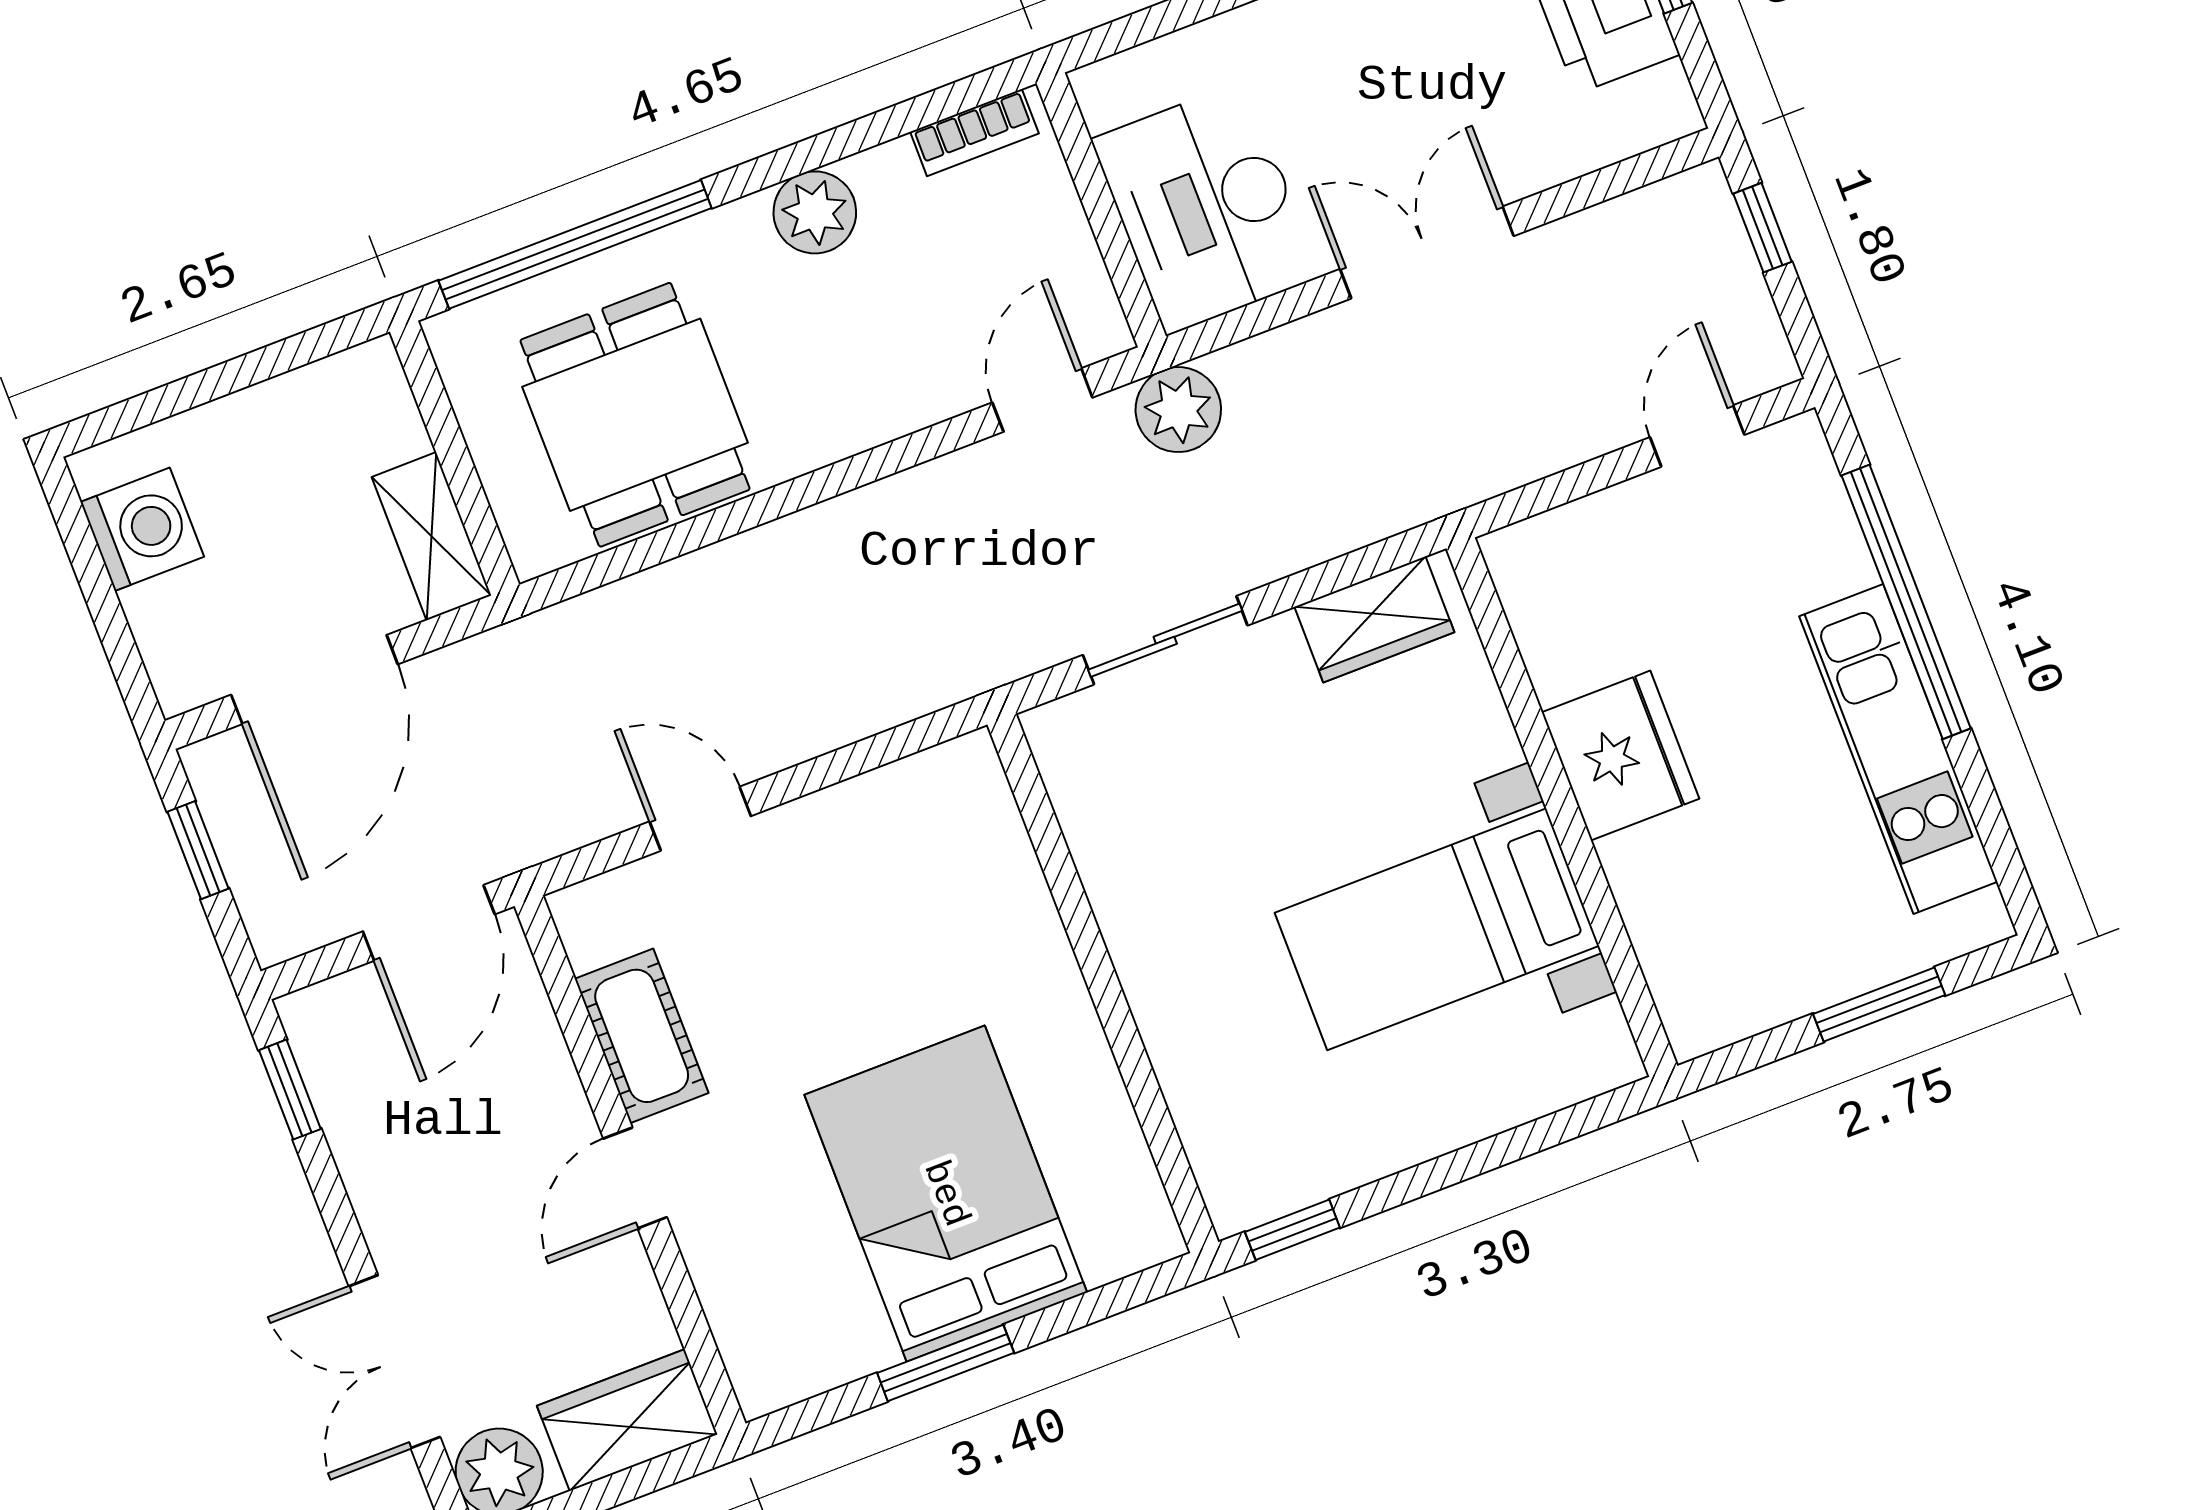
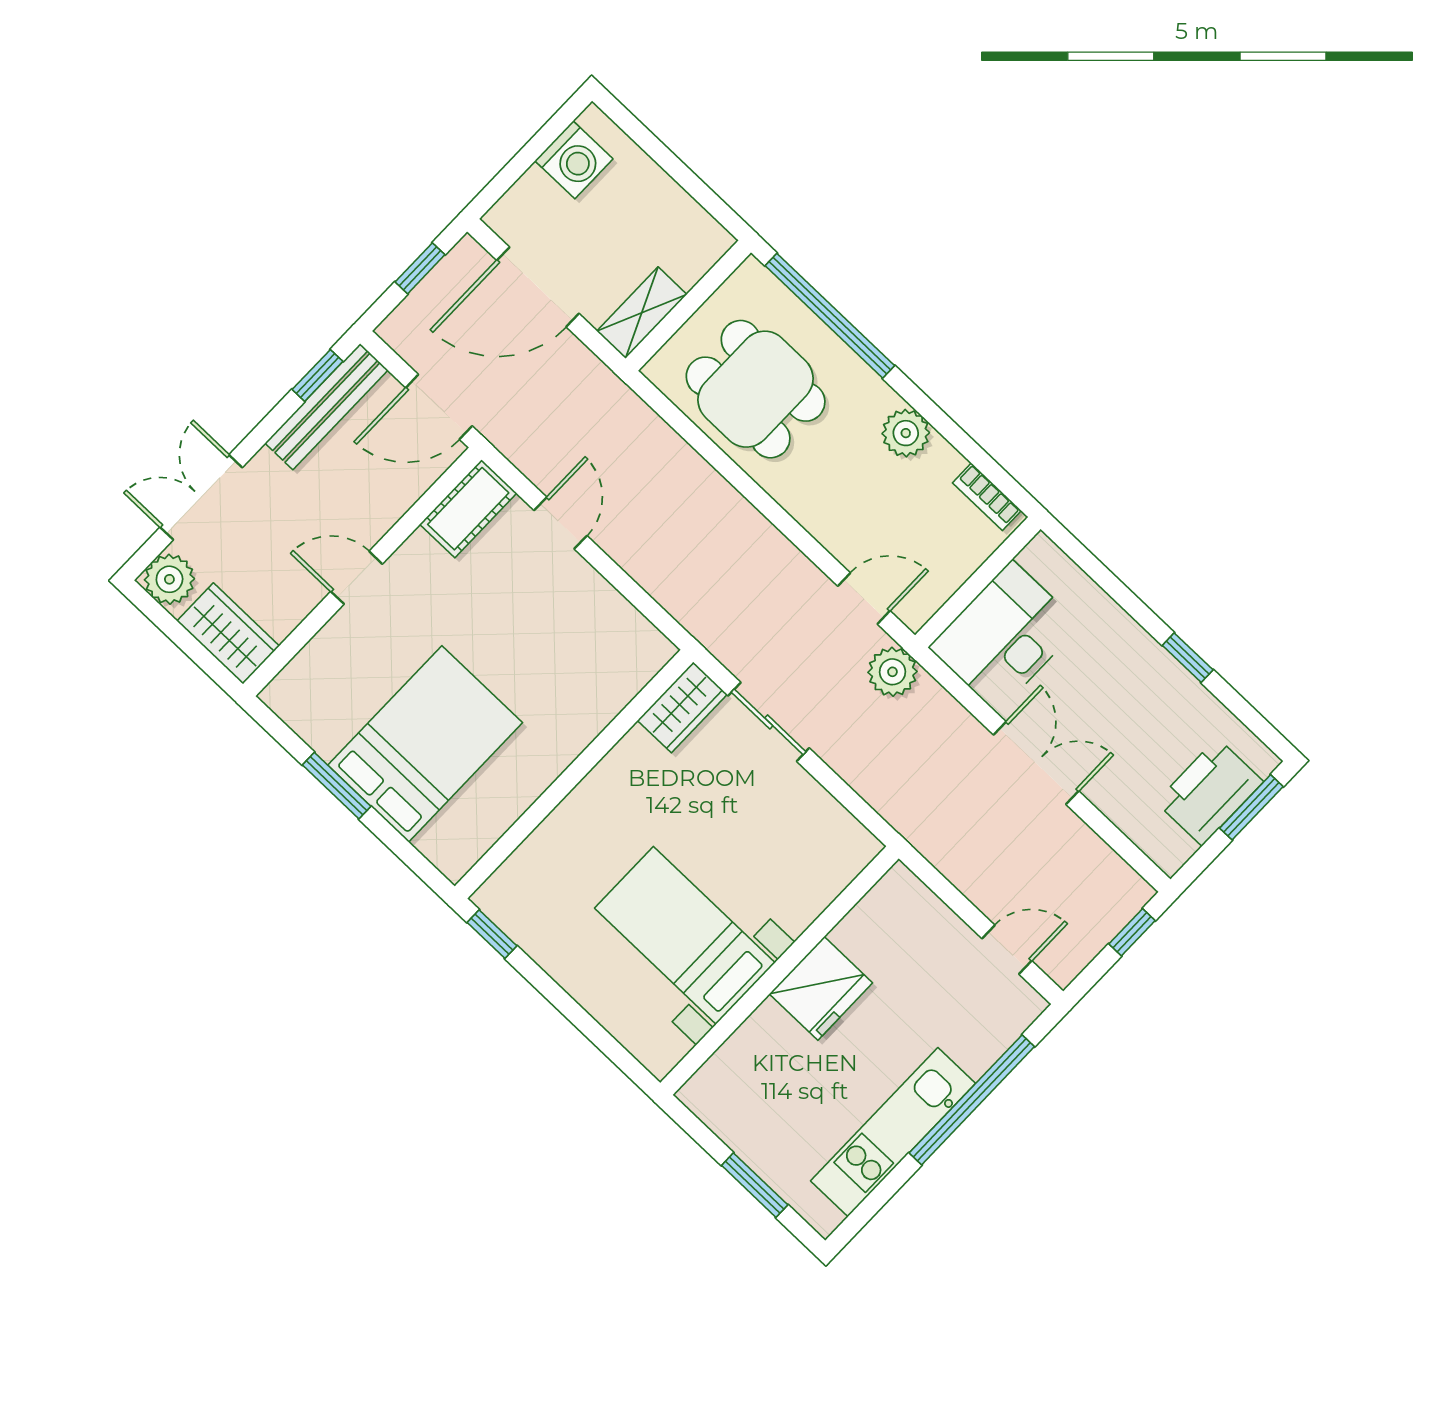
dining table: (635, 415) -> (756, 389), turned 90
wardrobe: (1374, 619) -> (682, 707), moved, turned -90
cot: (642, 1036) -> (468, 509), moved
bench: (345, 1099) -> (326, 407), added

